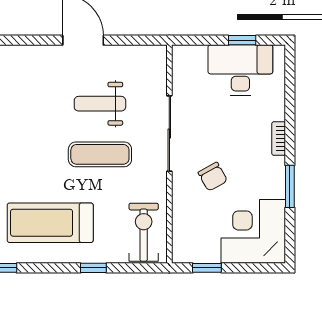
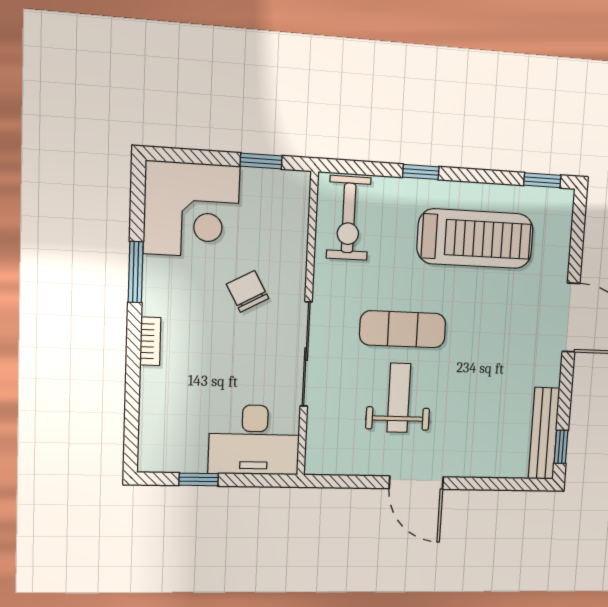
desk: (240, 70) -> (254, 440), moved
weight bench: (100, 104) -> (399, 398), turned -90

